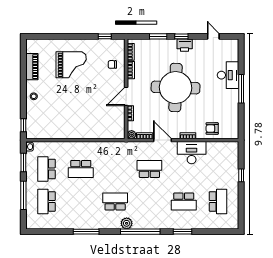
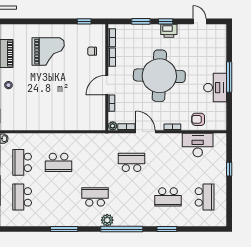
desk: (228, 75) -> (215, 88), moved
desk: (192, 153) -> (198, 145), moved

